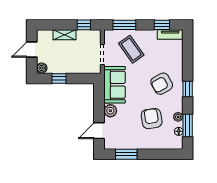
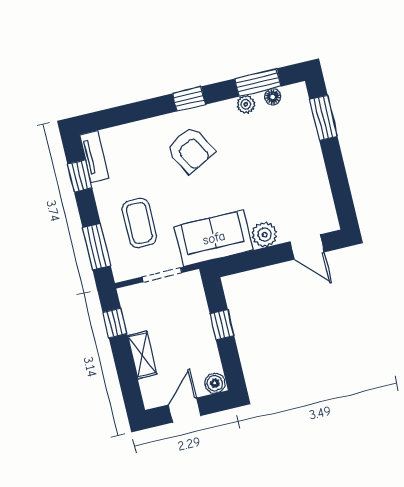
coffee table: (131, 49) -> (139, 223), turned -55
door: (32, 50) -> (185, 410), swing flipped
window: (59, 79) -> (222, 325), moved
armchair: (152, 119) -> (261, 154), removed
window: (126, 154) -> (323, 118), moved

